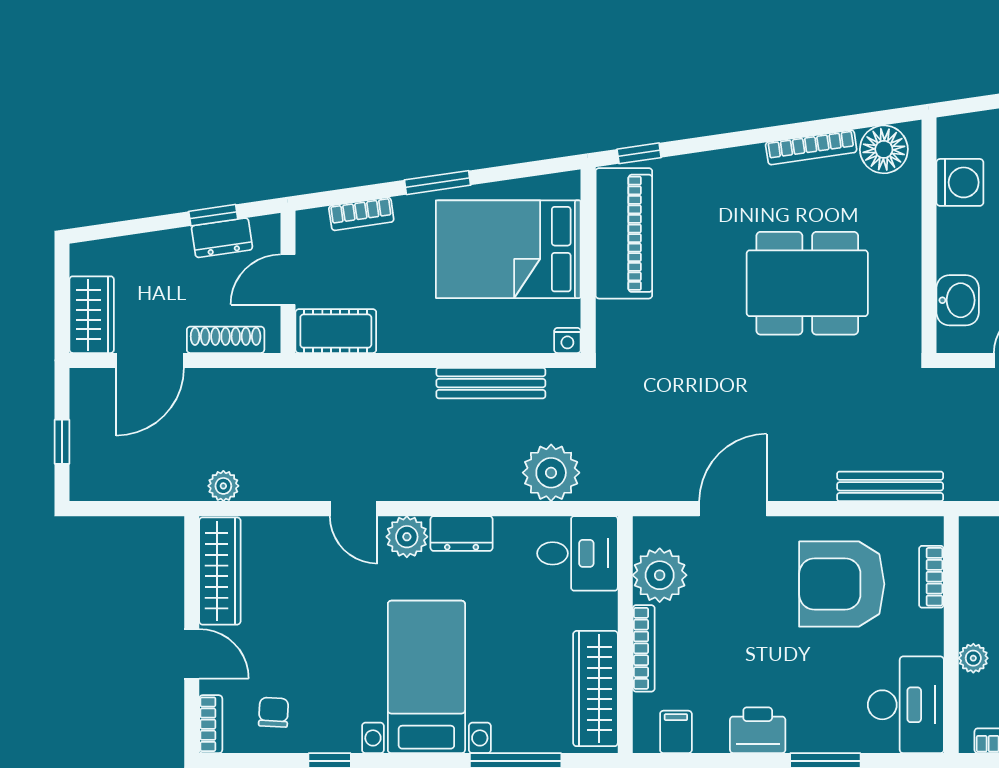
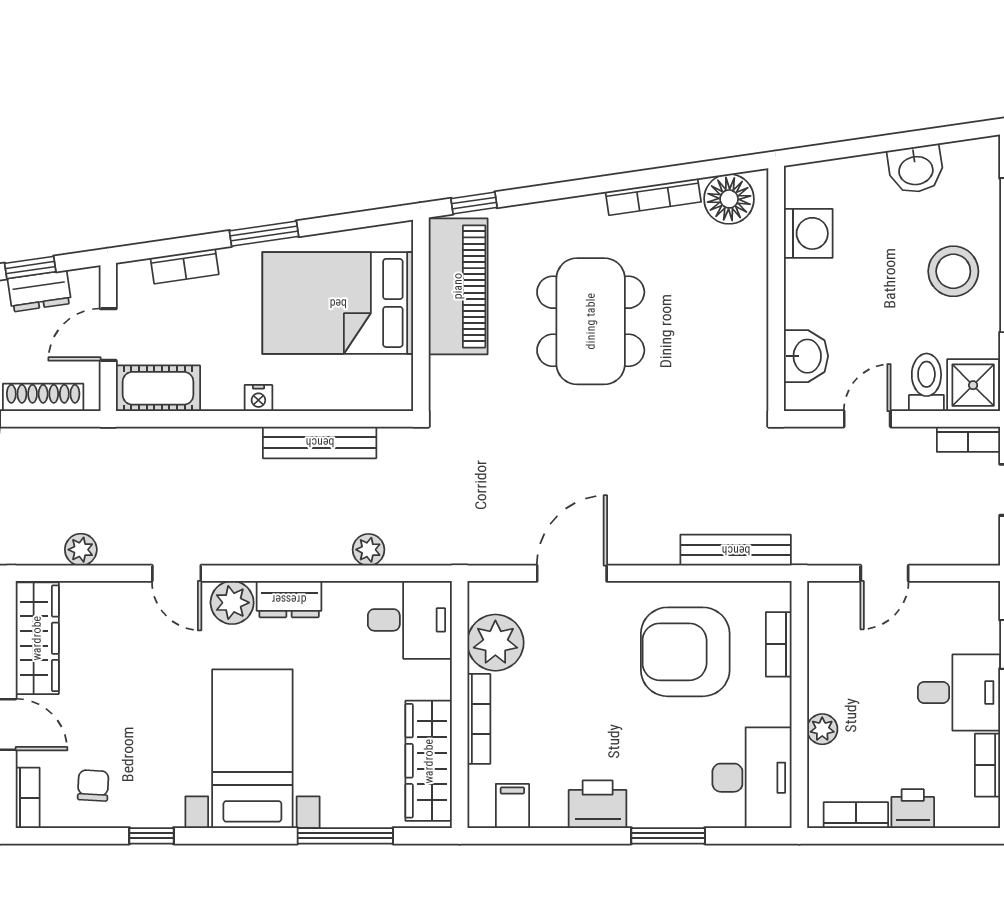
dining table: (807, 283) -> (591, 321), moved, turned 90
nightstand: (567, 340) -> (258, 398), moved
plant: (551, 473) -> (368, 550), width x0.53, depth x0.53
plant: (223, 486) -> (81, 550), moved

